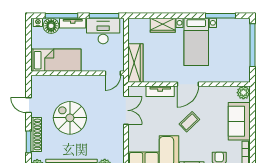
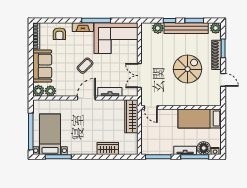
desk: (103, 31) -> (159, 144), removed
bed with nightstands: (196, 42) -> (50, 134), moved
door: (113, 73) -> (151, 107), swing flipped
plant: (230, 92) -> (50, 91), added
spiral stairs: (70, 118) -> (188, 69), turned -90

